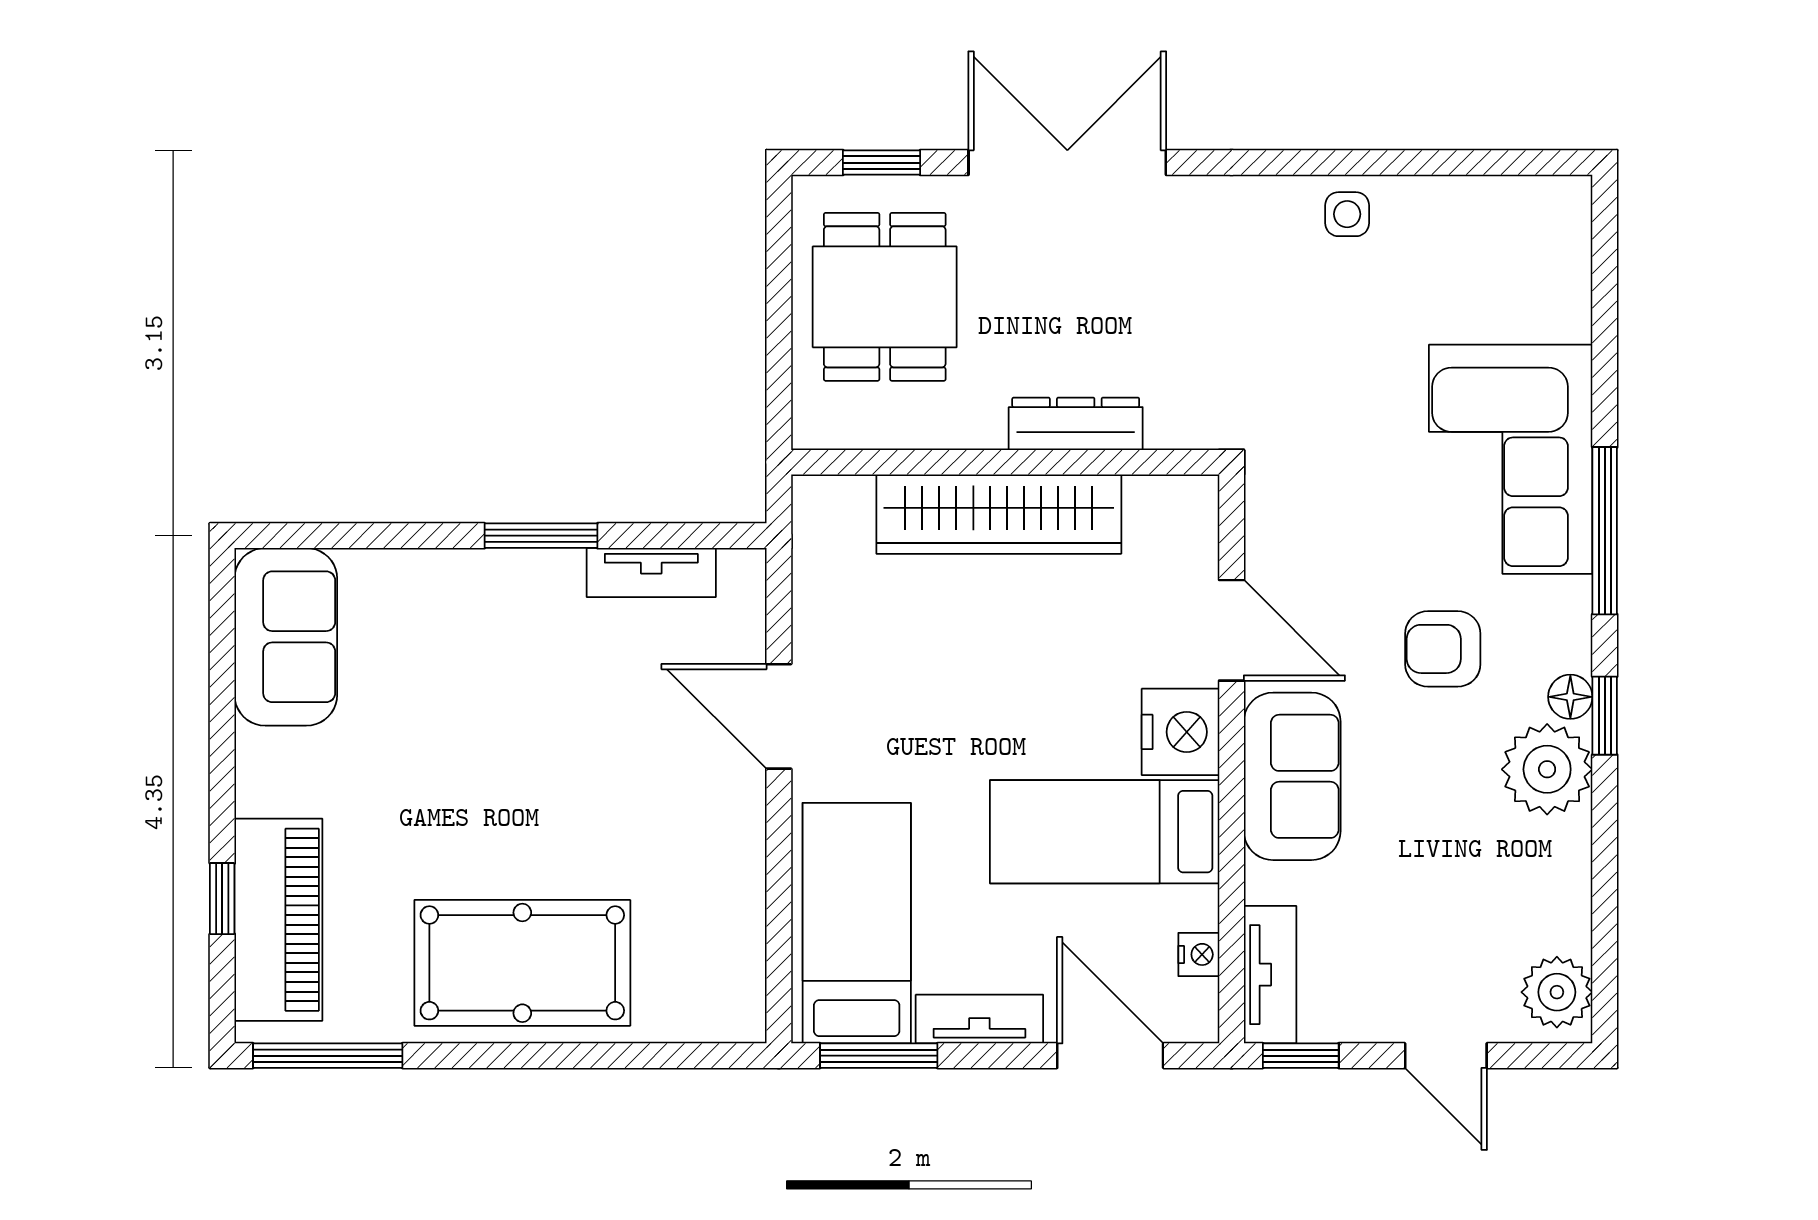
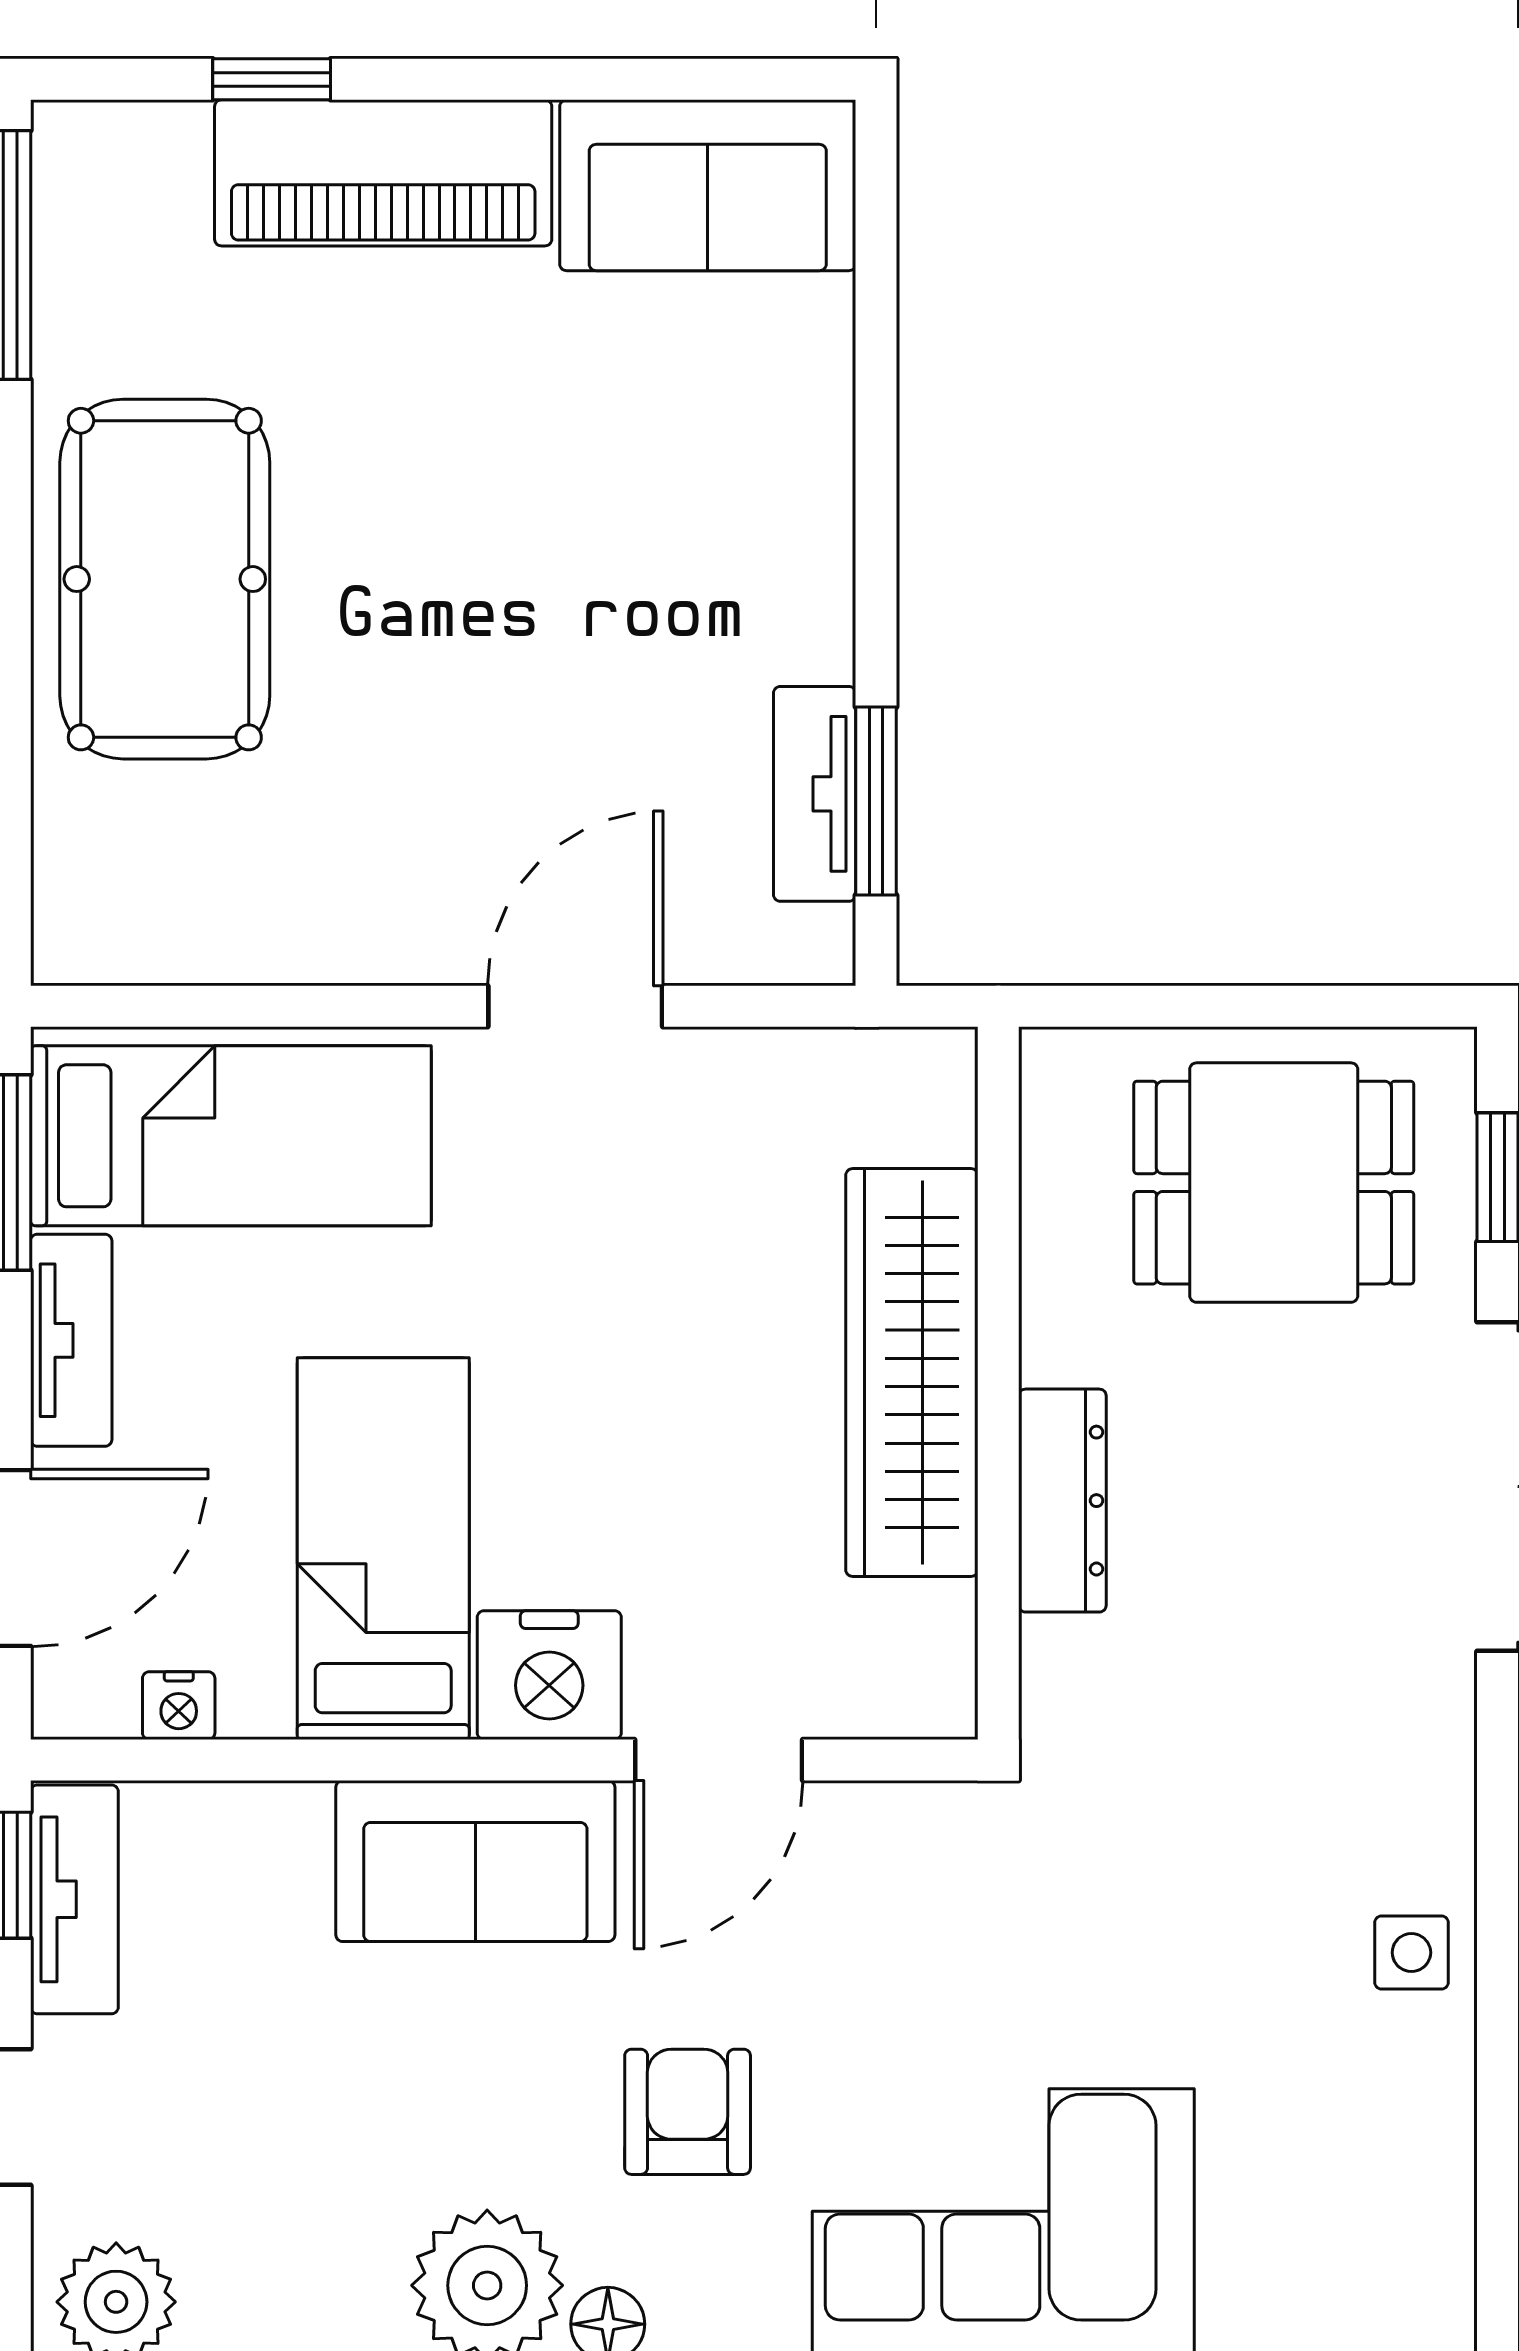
window: (541, 536) -> (876, 801), moved
piano: (278, 920) -> (383, 173), moved
tv unit: (1270, 975) -> (74, 1899), moved, turned -90

